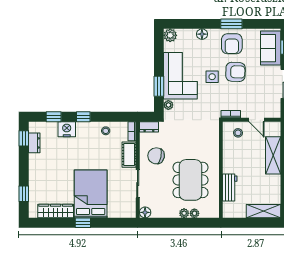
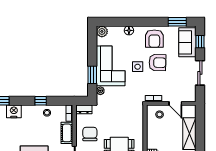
window: (231, 24) -> (177, 22), moved
window: (83, 117) -> (41, 101), moved
chair: (156, 156) -> (90, 134), turned 79

